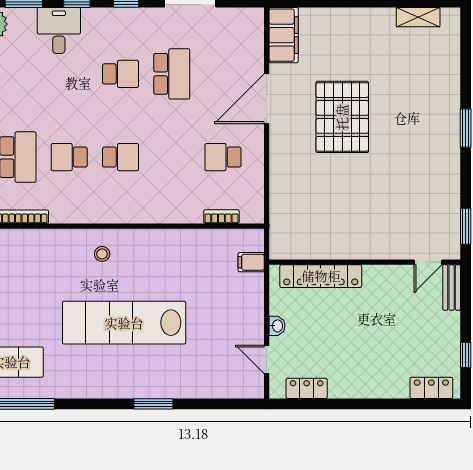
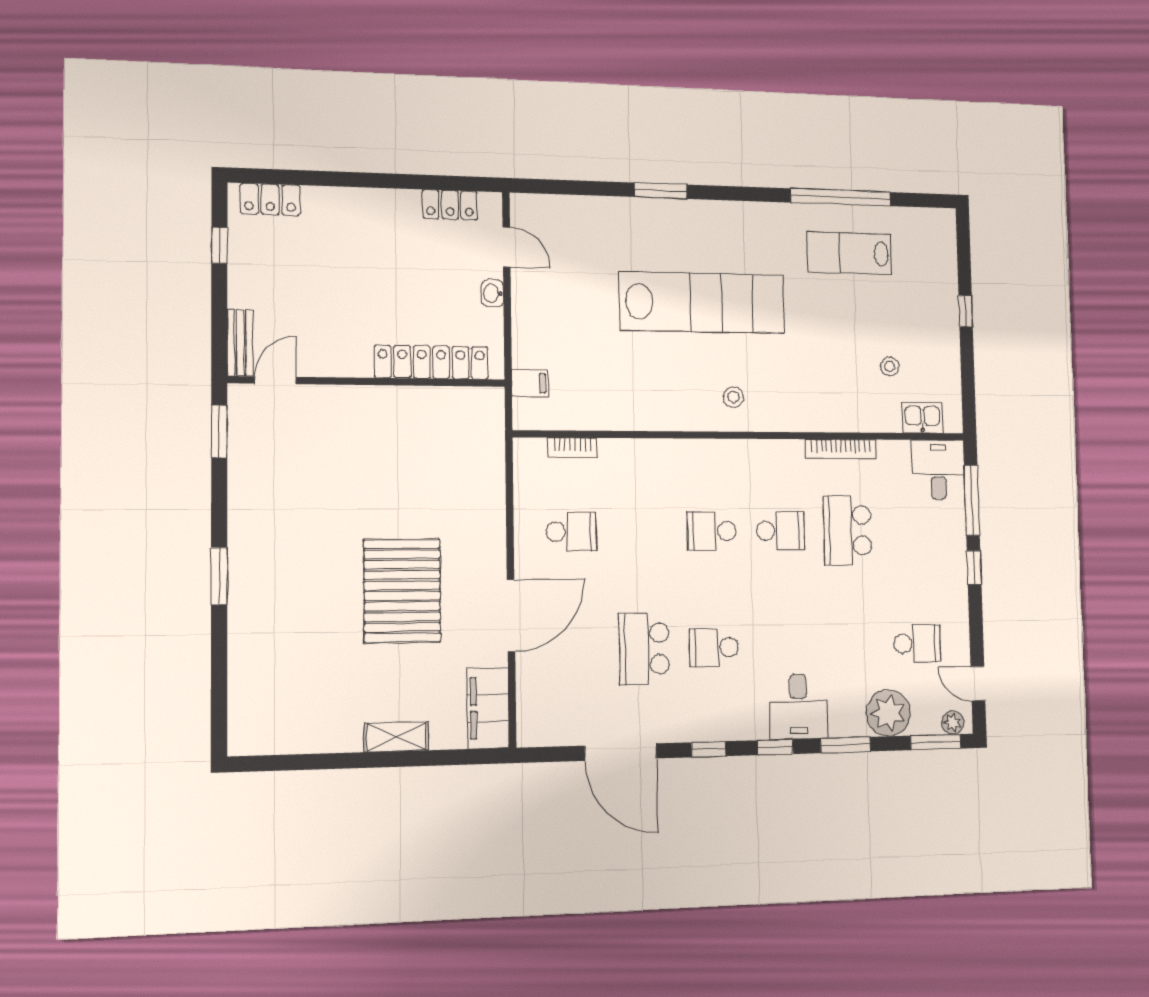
shelving: (418, 17) -> (397, 737), moved

